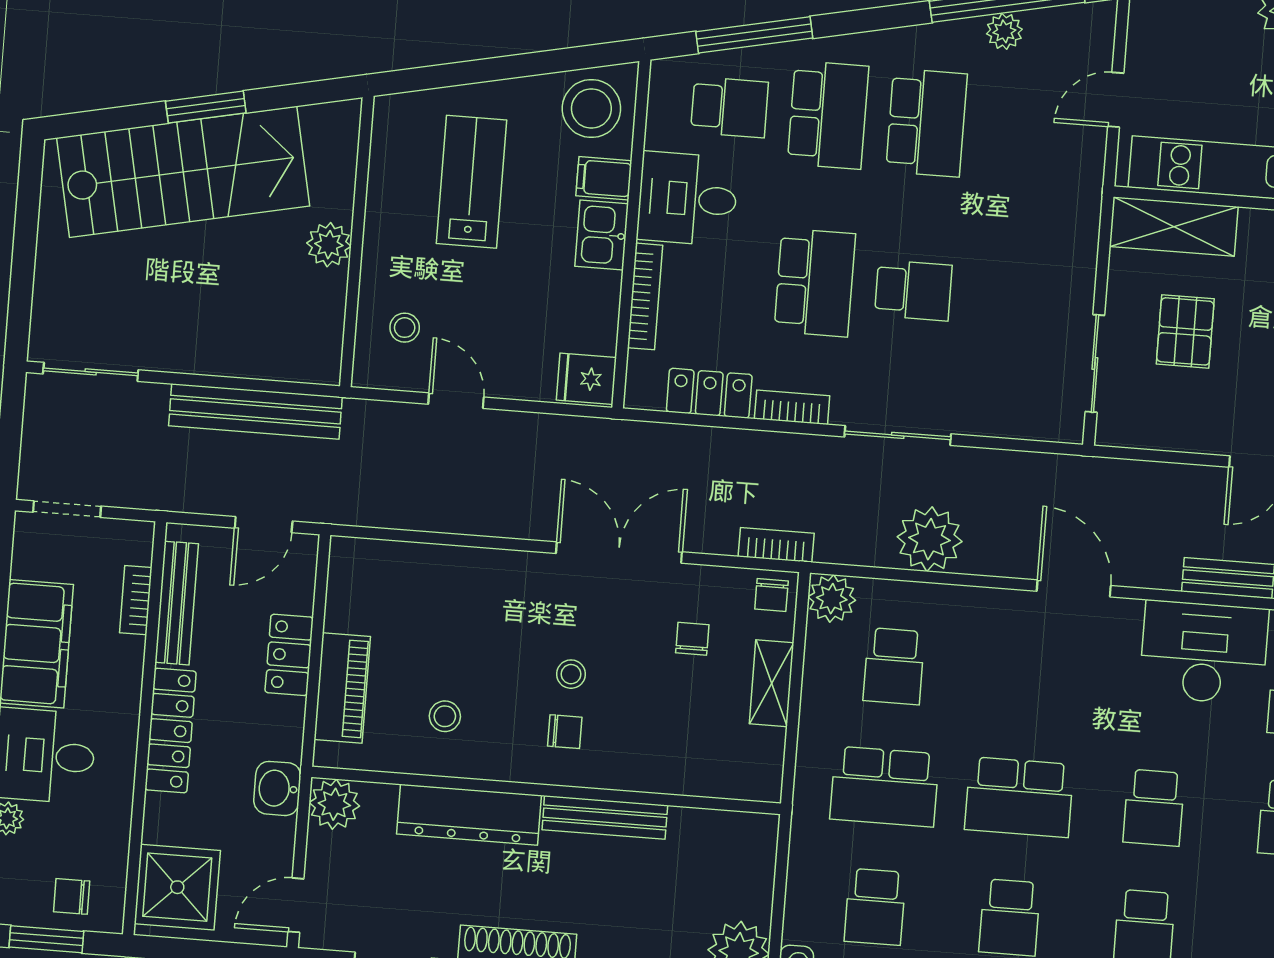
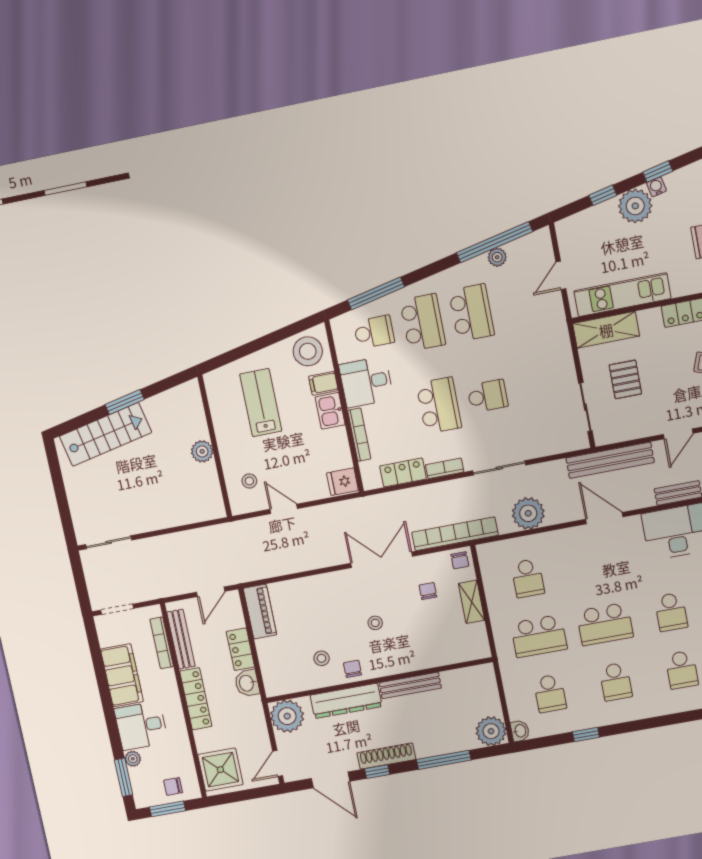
stairs: (183, 172) -> (105, 434), width x0.73, depth x0.66
bench: (255, 411) -> (610, 460), moved
bookcase: (776, 545) -> (455, 534), width x2.31, depth x1.31
plant: (832, 599) -> (489, 554), removed
bookcase: (136, 600) -> (162, 643), width x1.56
piano: (342, 688) -> (260, 612), moved
chair: (565, 732) -> (352, 669), moved, turned -90
washbasin: (277, 788) -> (247, 683), moved
plant: (334, 804) -> (287, 716), width x1.36, depth x1.36

